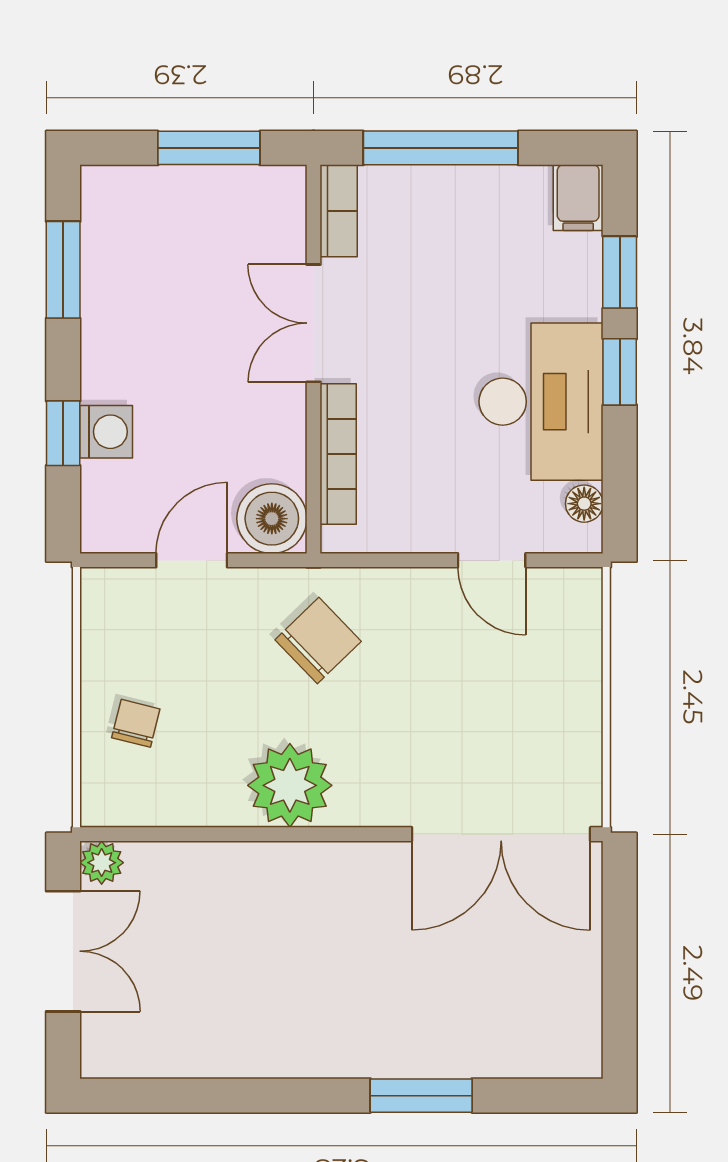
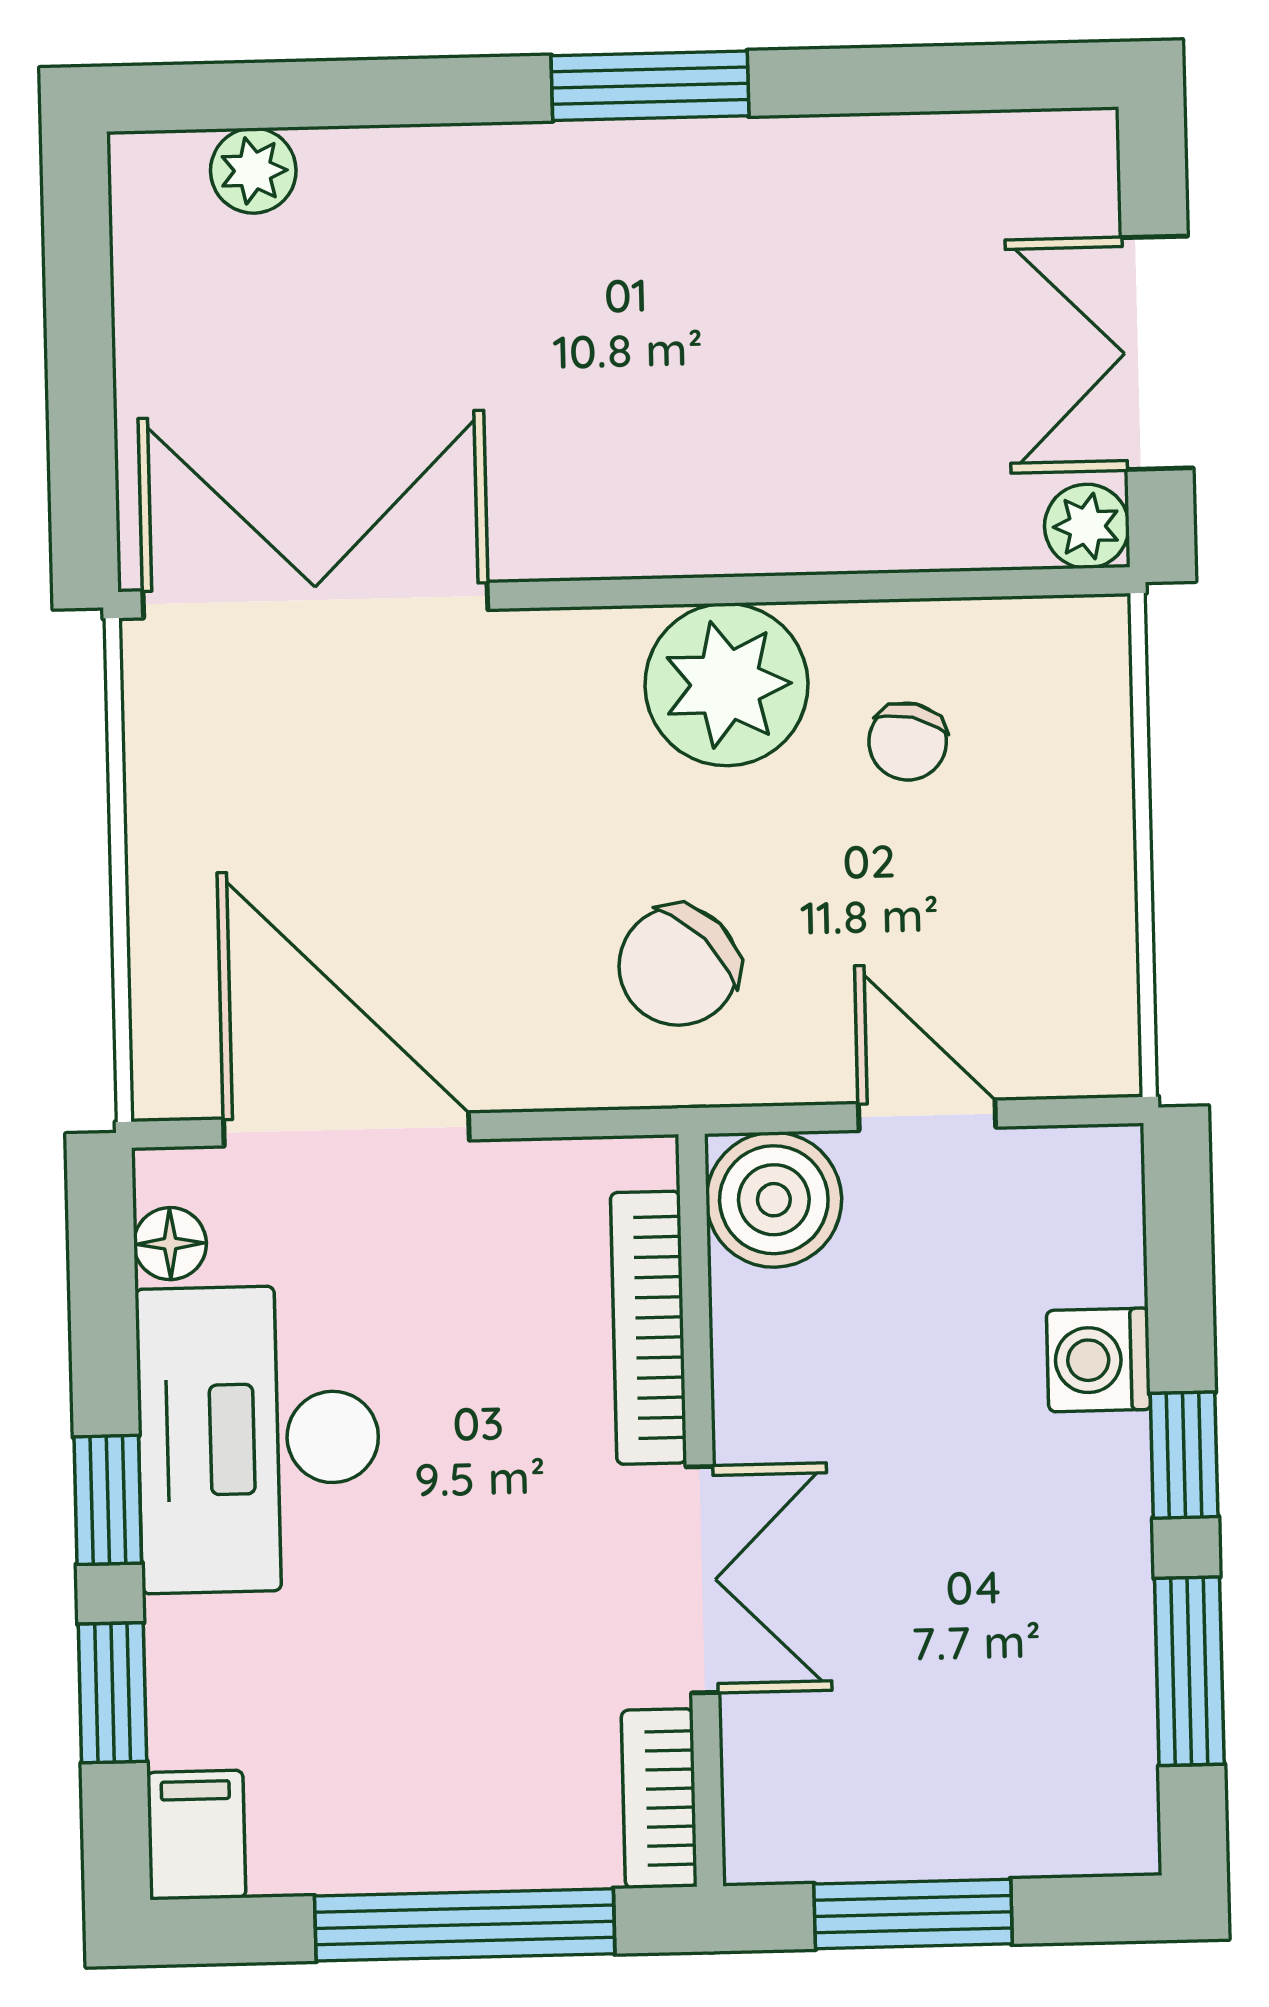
window: (63, 433) -> (1184, 1455), moved
door: (192, 560) -> (927, 1115), swing flipped
door: (492, 560) -> (346, 1129), width x1.88
chair: (136, 723) -> (908, 742), moved
plant: (528, 1057) -> (253, 171), added
window: (421, 1096) -> (650, 86), moved

